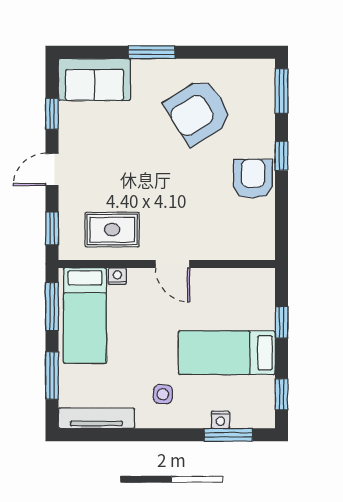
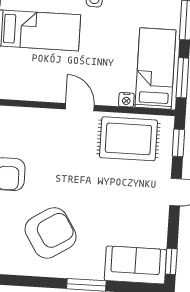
window: (52, 114) -> (171, 261), moved
rug: (112, 230) -> (128, 139), width x1.36, depth x1.43

